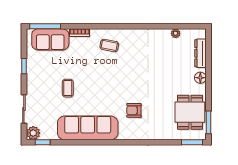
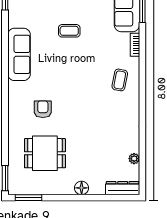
dresser: (201, 53) -> (123, 188), moved
dining table: (190, 112) -> (45, 153), moved
sofa: (88, 128) -> (19, 54), width x0.74, depth x0.79

